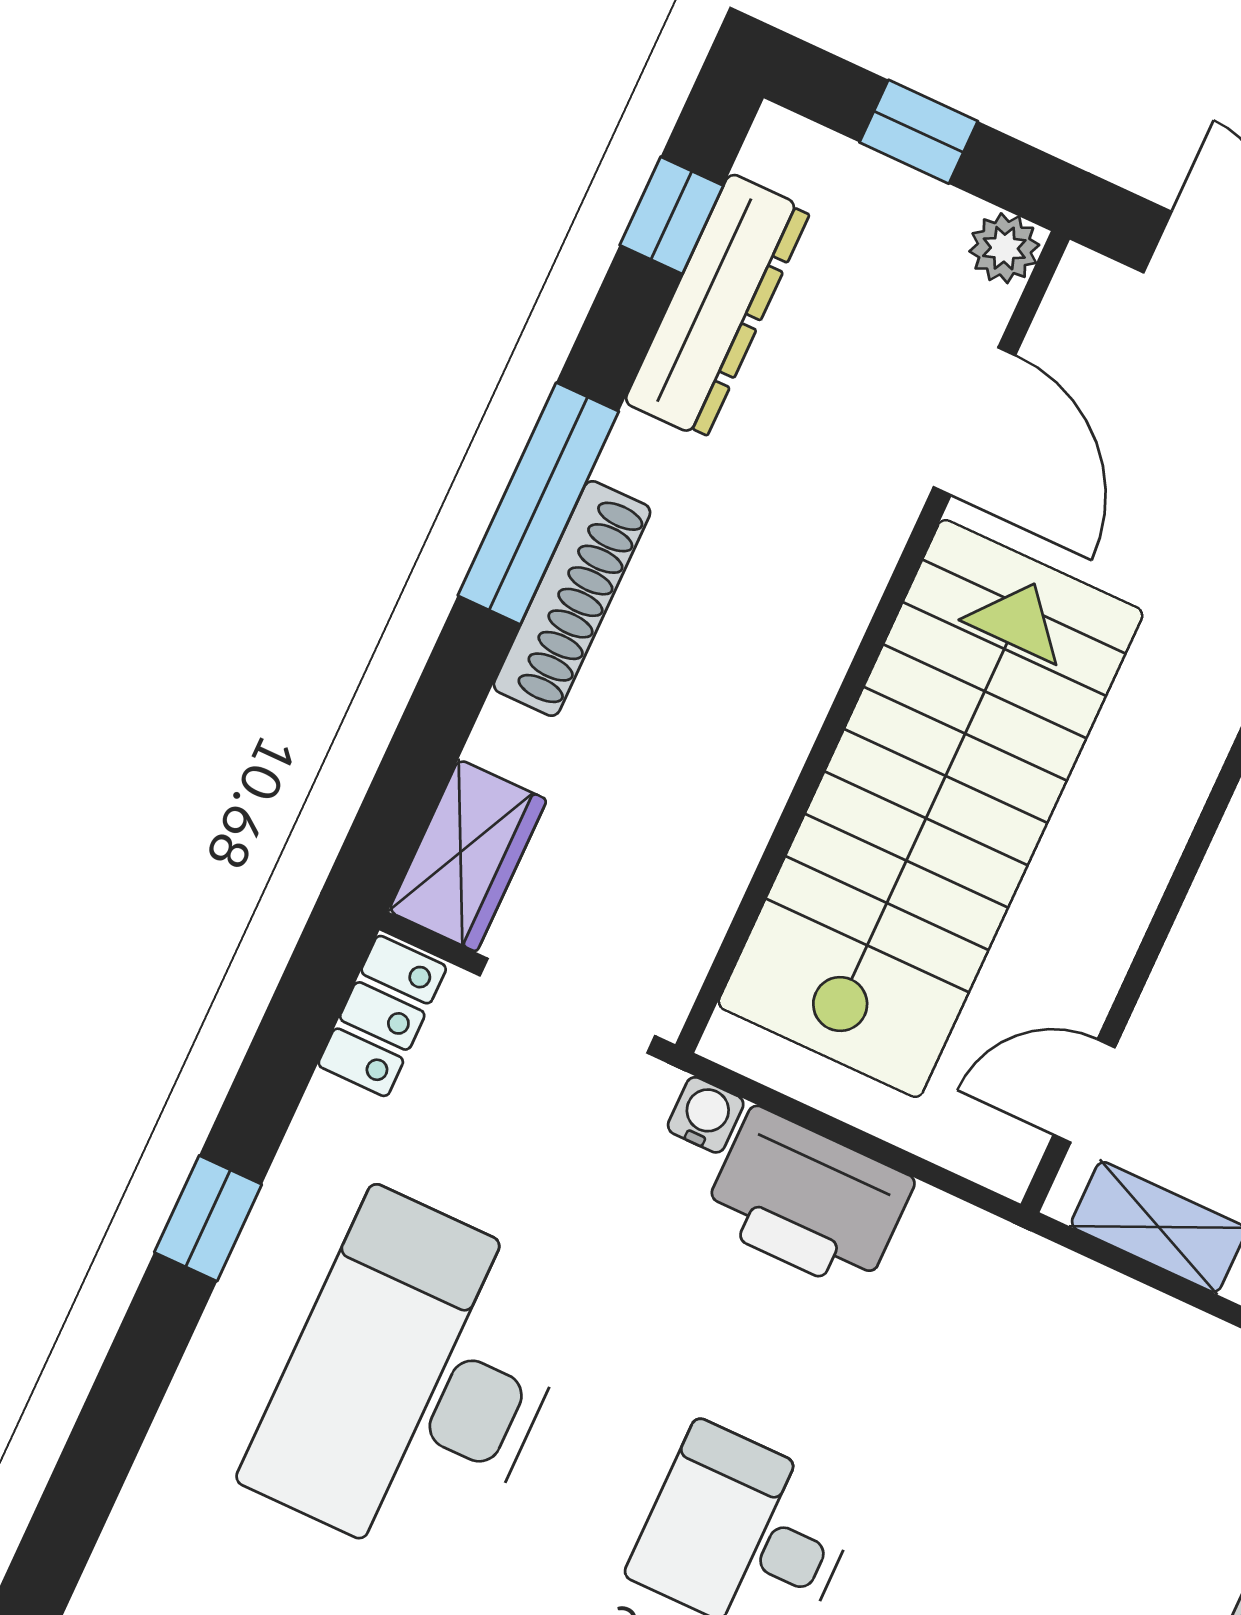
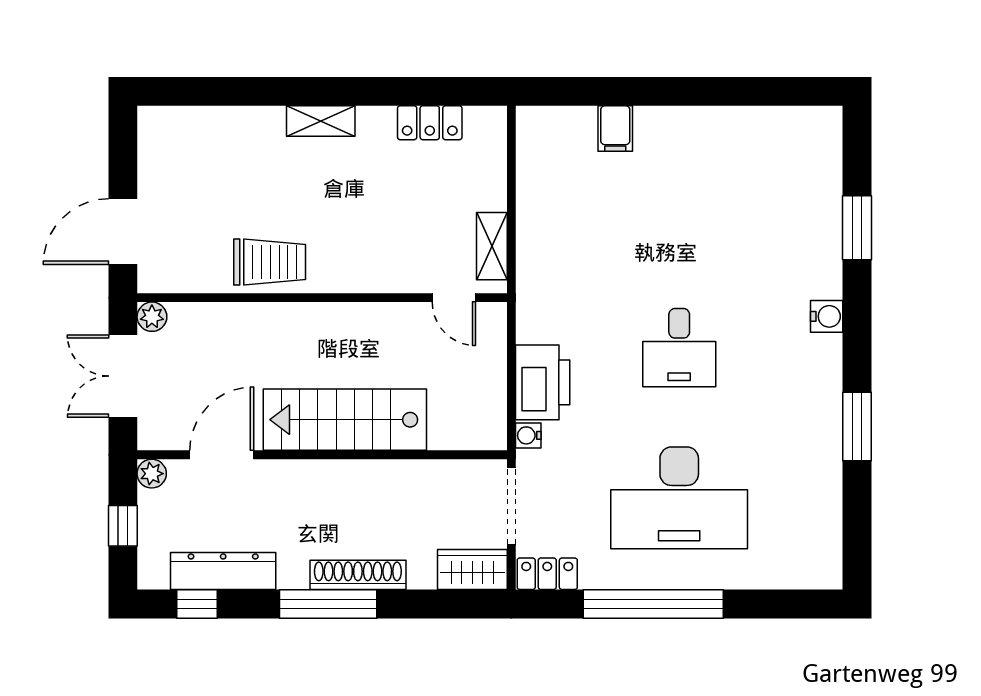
stairs: (931, 809) -> (345, 420), width x0.73, depth x0.66
window: (208, 1218) -> (653, 604), width x3.17

